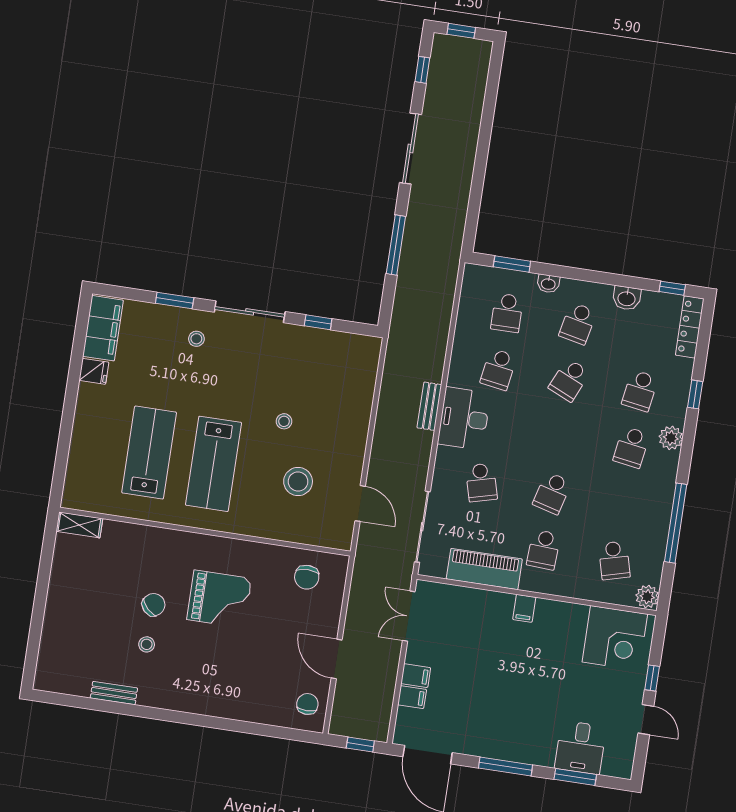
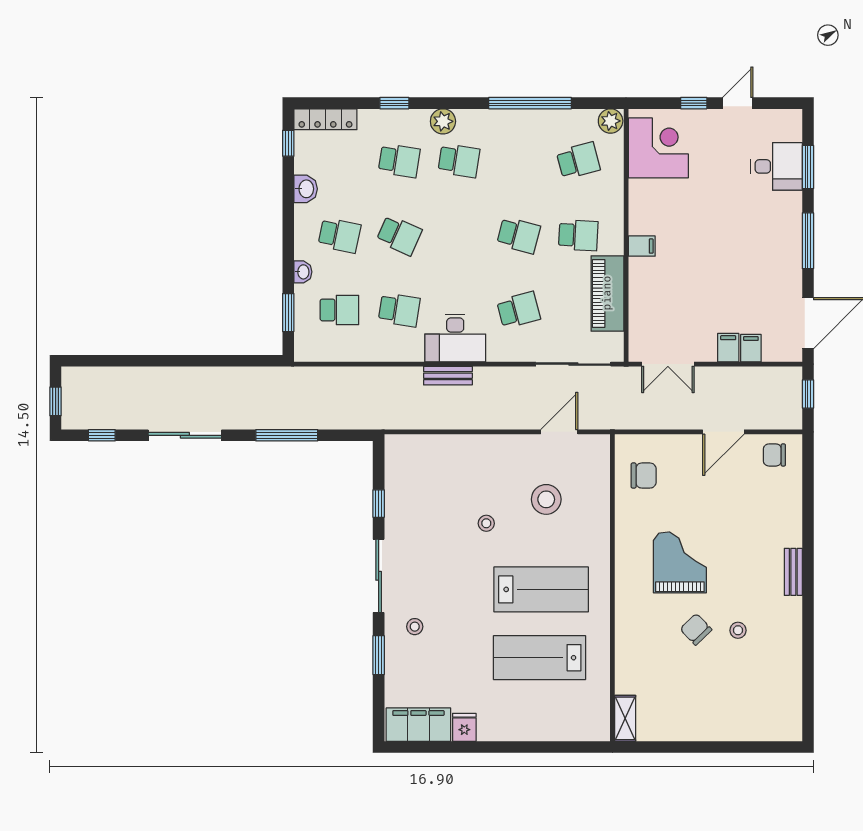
bench: (114, 693) -> (793, 572), moved

